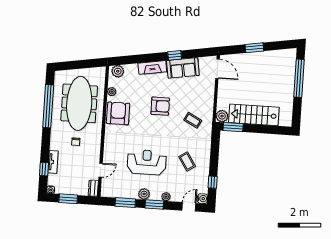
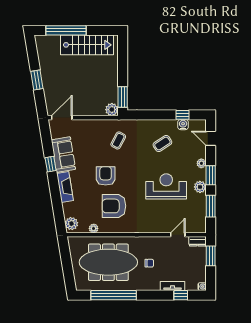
armchair: (118, 113) -> (114, 206), moved
stairs: (254, 115) -> (87, 45), moved, turned -90
reception desk: (147, 162) -> (166, 186), turned 90
door: (101, 170) -> (178, 235), hinge flipped
window: (68, 199) -> (211, 256), moved
water cooler: (202, 199) -> (183, 125), moved

